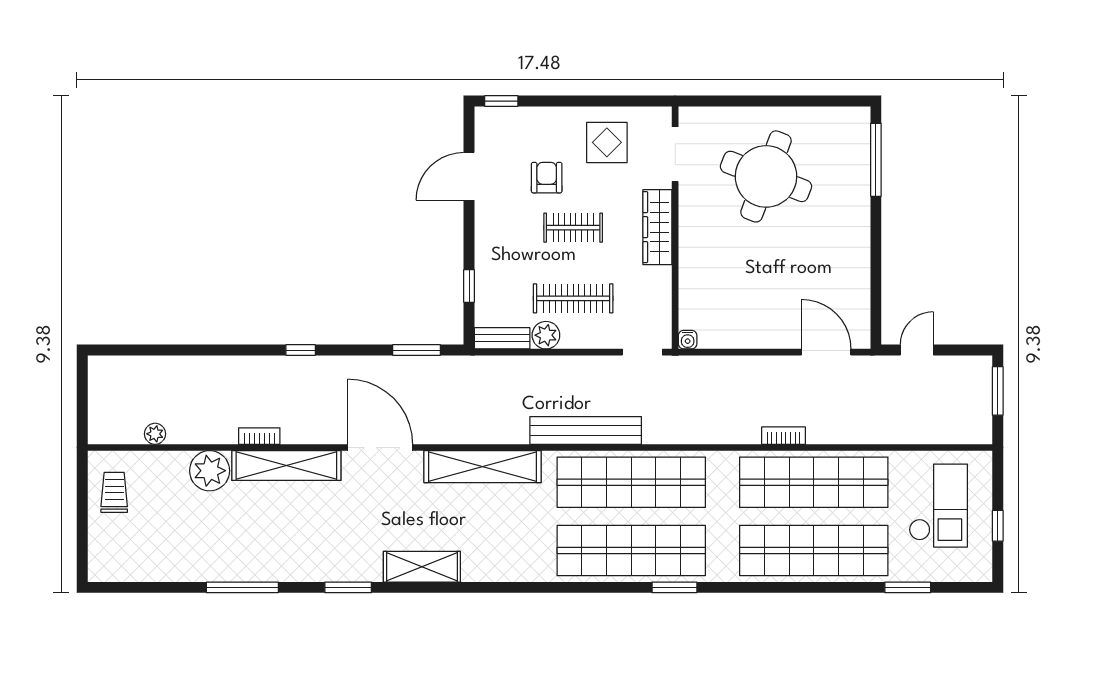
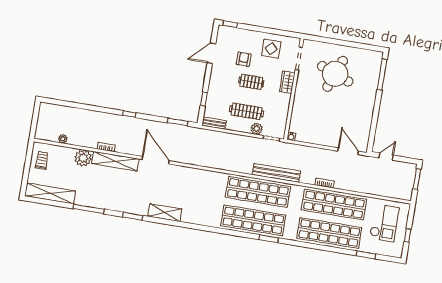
wardrobe: (657, 227) -> (287, 82), width x0.67
plant: (546, 335) -> (257, 129), moved
bench: (586, 430) -> (276, 173), moved
shelving: (483, 467) -> (50, 193), moved

